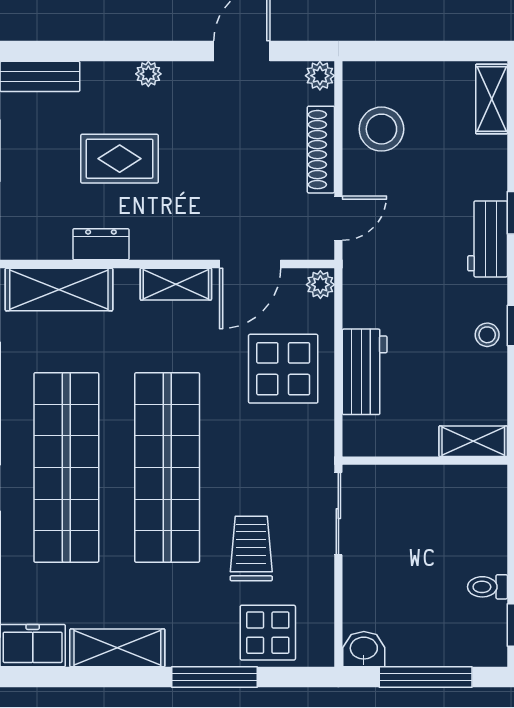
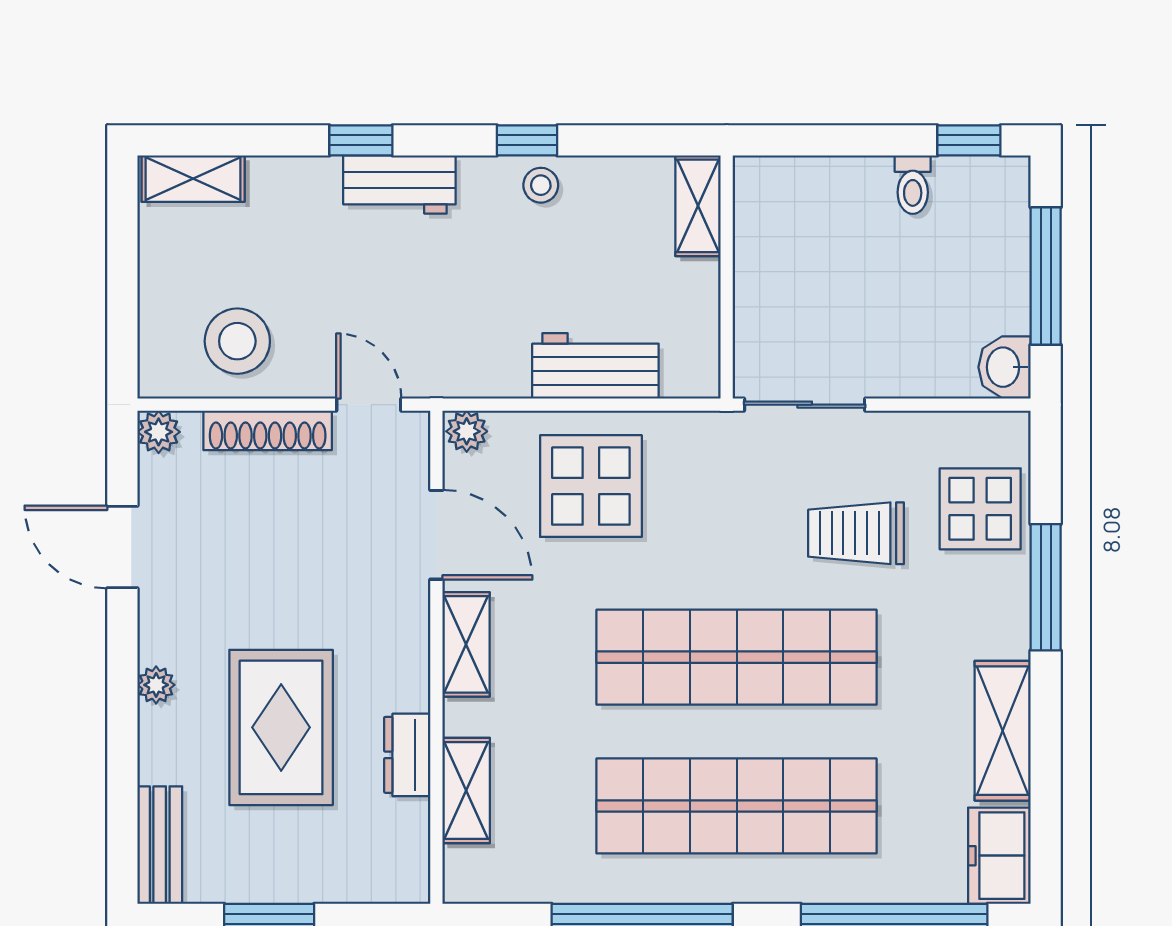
rug: (120, 159) -> (281, 727), width x1.36, depth x1.43
shelving: (59, 289) -> (466, 790), width x0.67, depth x0.75

